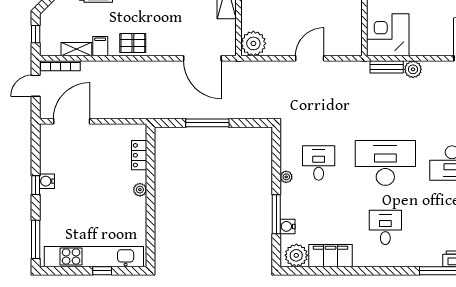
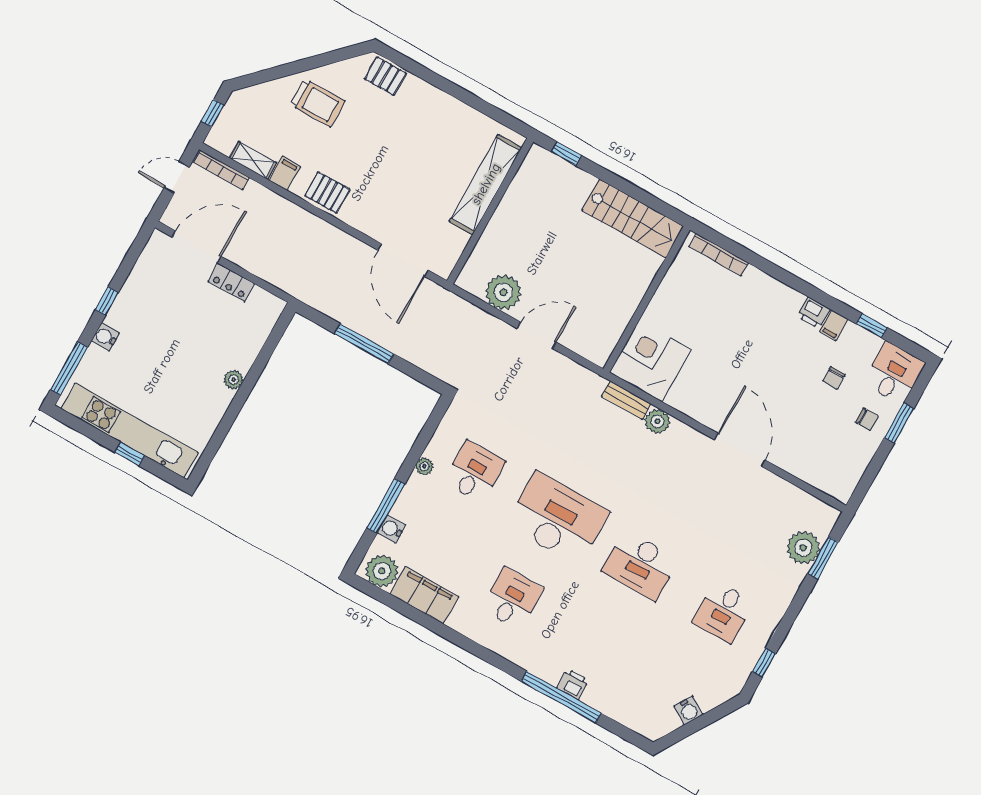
plant: (253, 43) -> (503, 292), moved
locker: (139, 155) -> (231, 282), moved, turned -90
water cooler: (47, 181) -> (105, 337), moved

